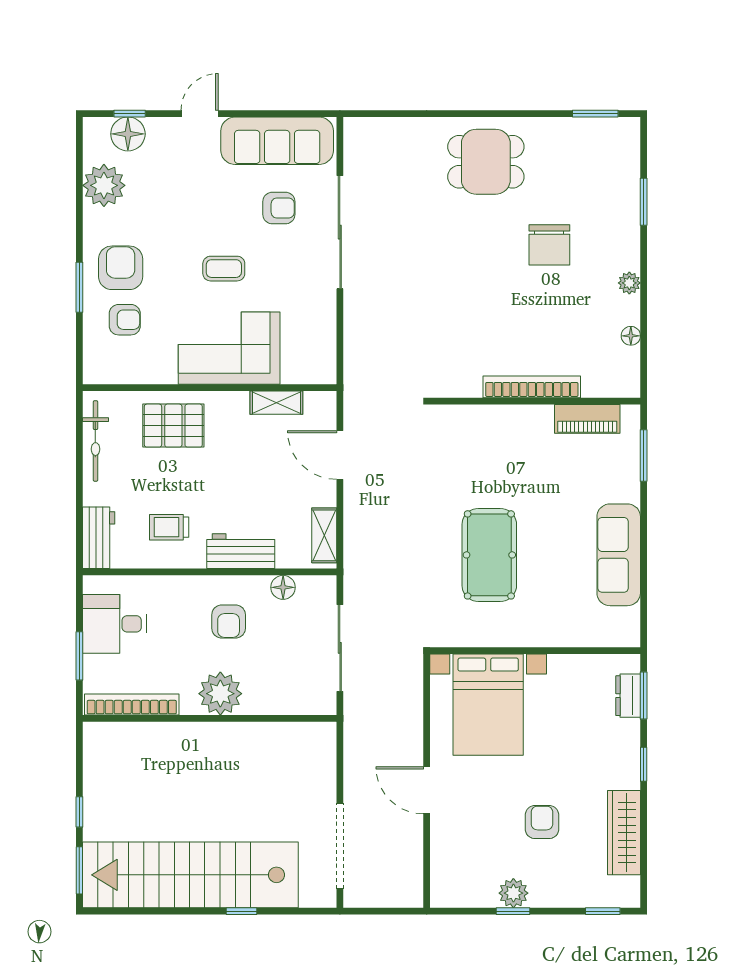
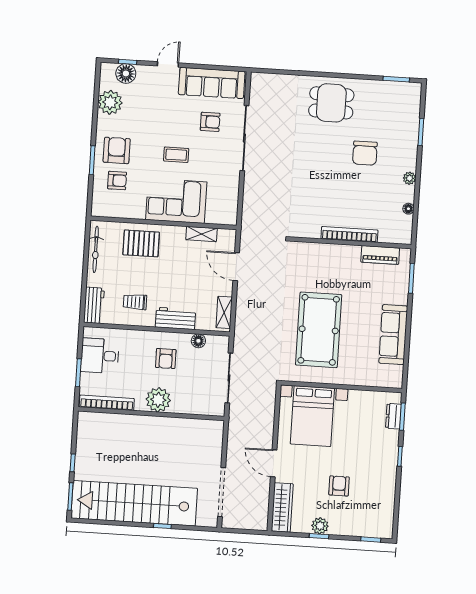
pool table: (489, 555) -> (319, 330), width x1.36, depth x1.32
wardrobe: (624, 833) -> (282, 507), moved, turned 180

